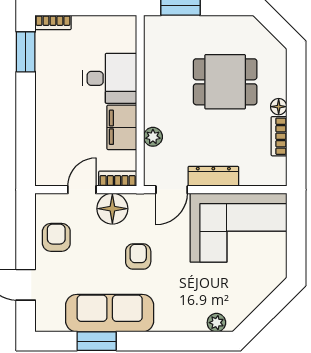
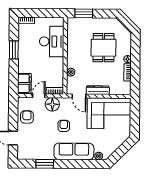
window: (26, 52) -> (14, 50), moved
desk: (110, 78) -> (52, 41), width x1.37
dining table: (225, 82) -> (104, 48), turned 90
filing cabinet: (122, 127) -> (24, 83), moved, turned 180
door: (172, 190) -> (79, 96), hinge flipped
sofa: (110, 313) -> (74, 151), moved

